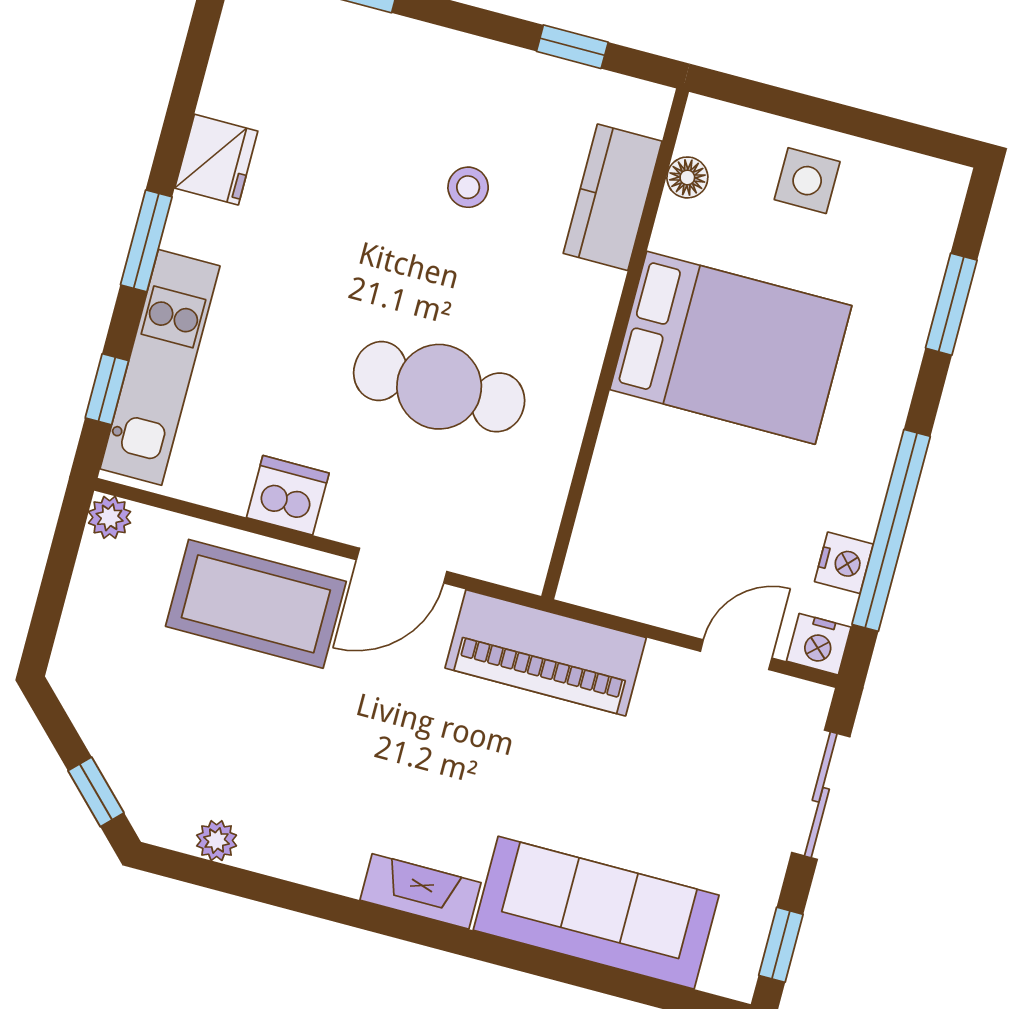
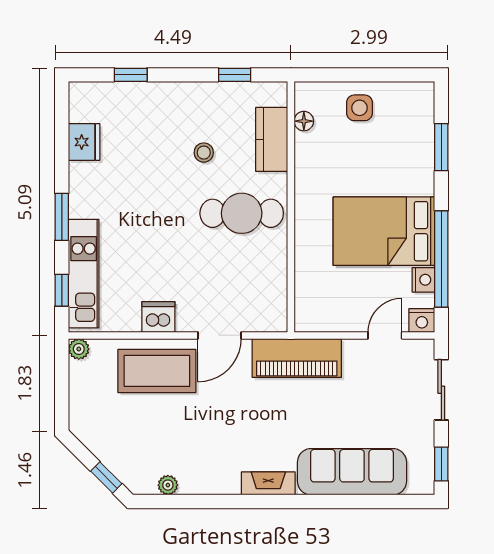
fridge: (216, 160) -> (84, 142), moved
bed: (731, 348) -> (384, 231), moved, turned 180
cafe table: (439, 387) -> (242, 213), moved

